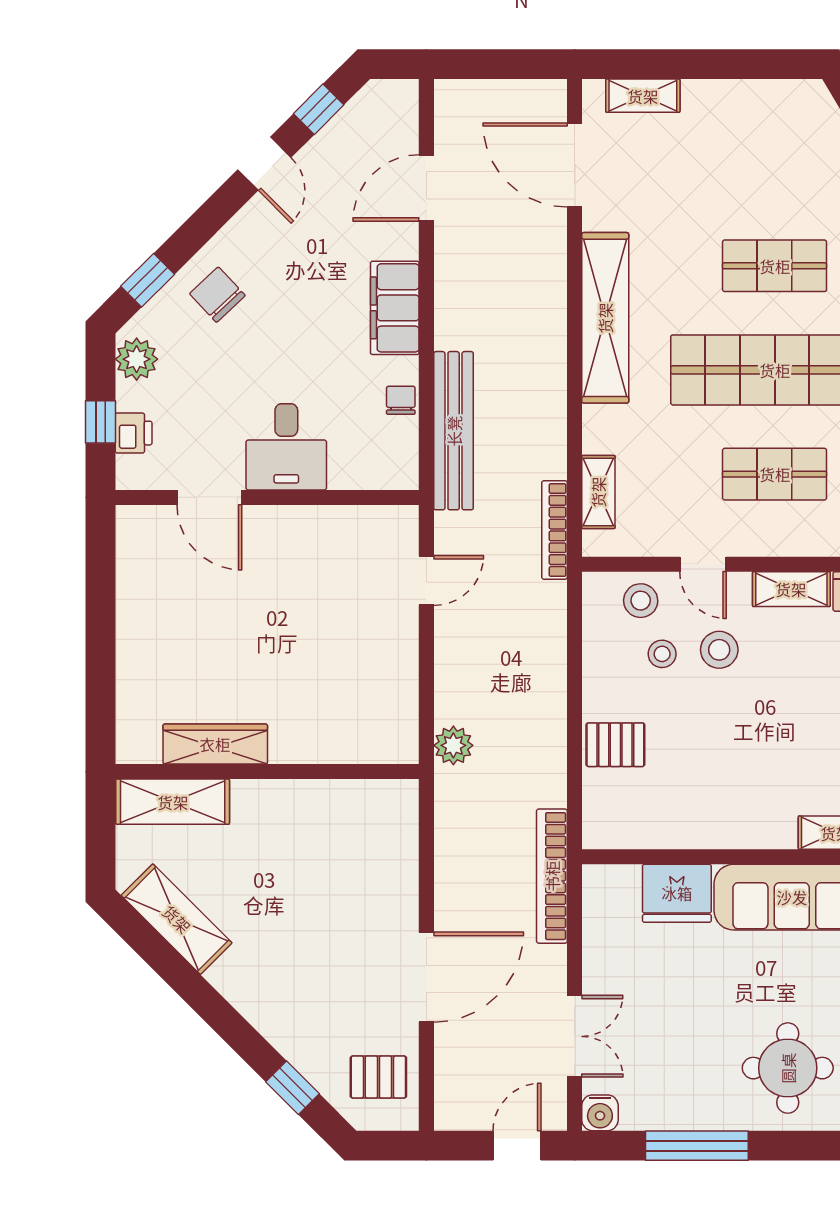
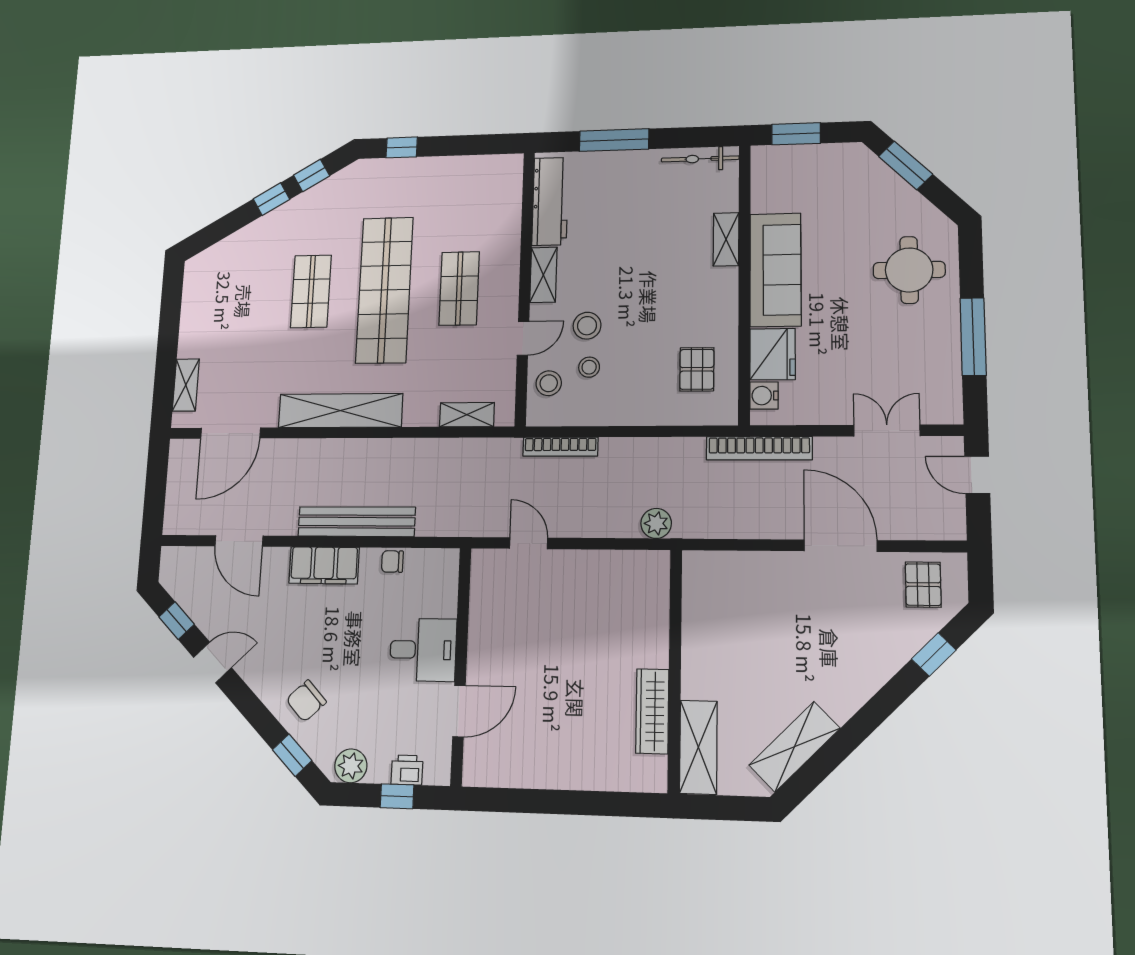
bench: (454, 431) -> (357, 522), moved
bookcase: (555, 530) -> (560, 447), moved
pallet: (615, 745) -> (697, 369), moved
water cooler: (600, 1113) -> (764, 396), moved, turned 180

